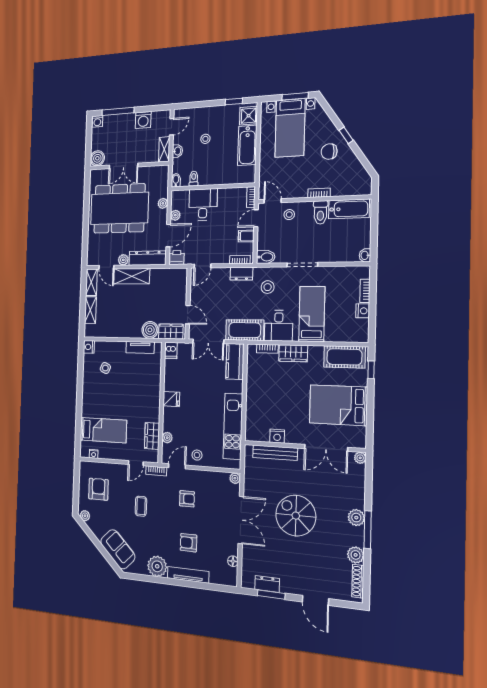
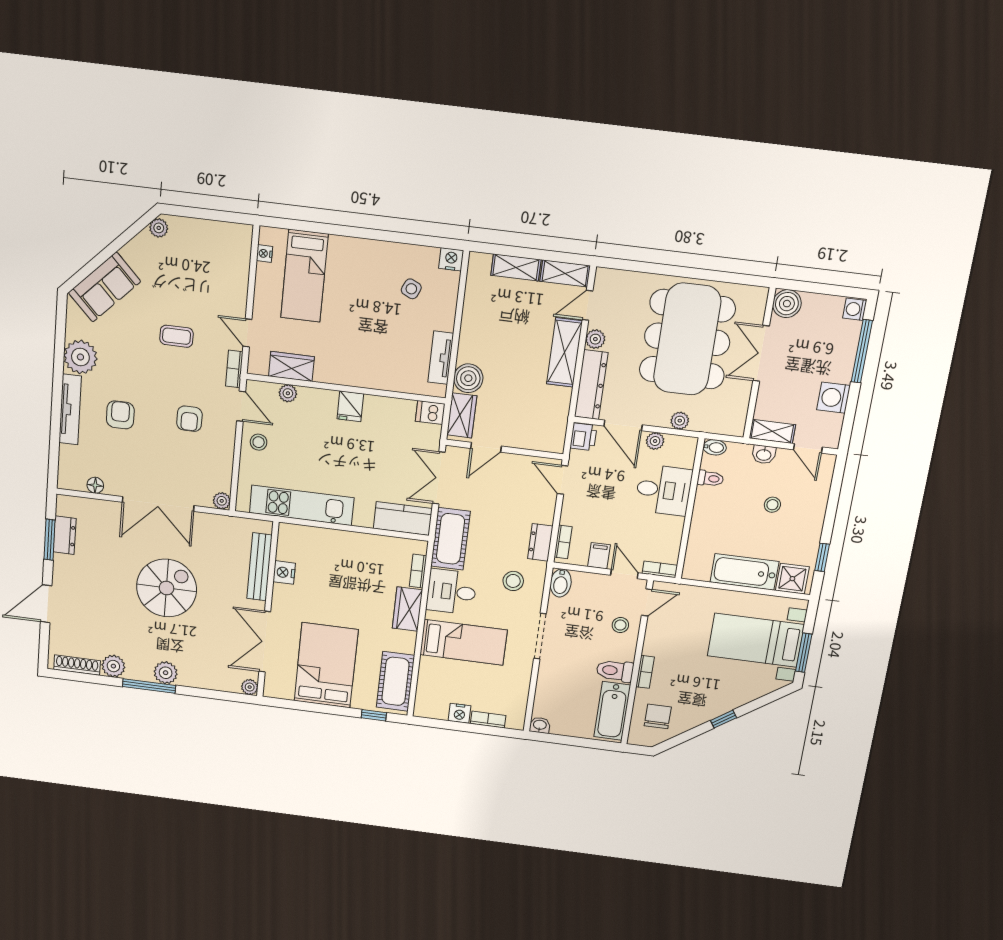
chair: (329, 152) -> (658, 716), moved
armchair: (98, 489) -> (204, 258), removed

